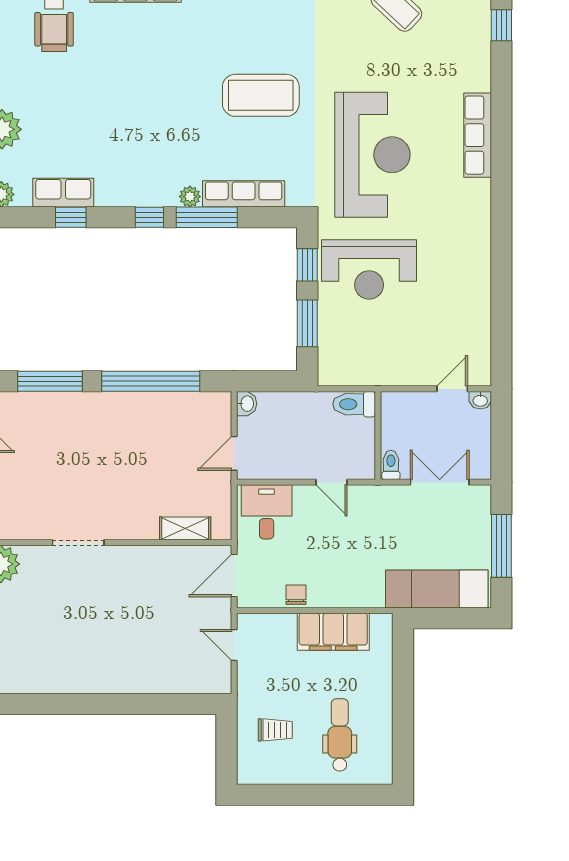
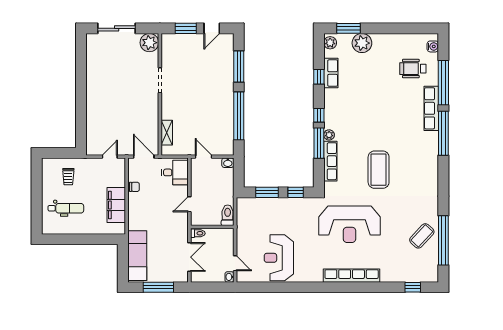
row of seats: (478, 135) -> (352, 276), width x1.36
reception desk: (369, 269) -> (279, 258), moved

